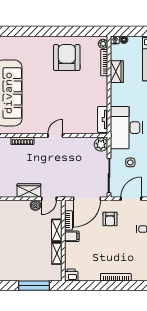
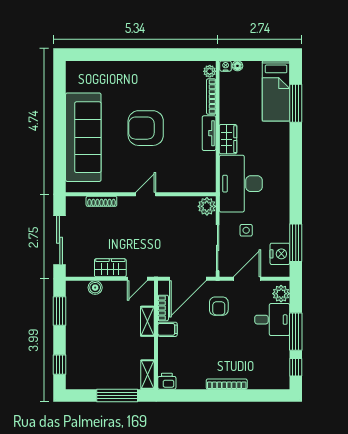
armchair: (67, 58) -> (146, 128), moved, turned -90
wardrobe: (117, 72) -> (228, 139), moved
tv unit: (103, 119) -> (209, 133), moved
boiler: (35, 205) -> (95, 288), moved
shelving: (57, 253) -> (148, 375), moved

